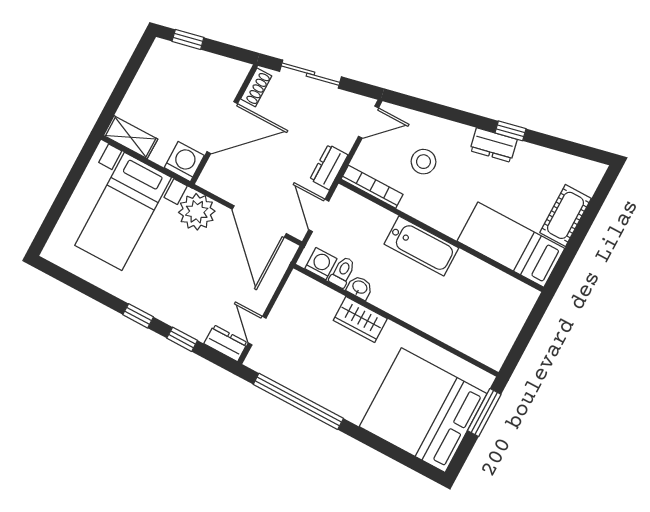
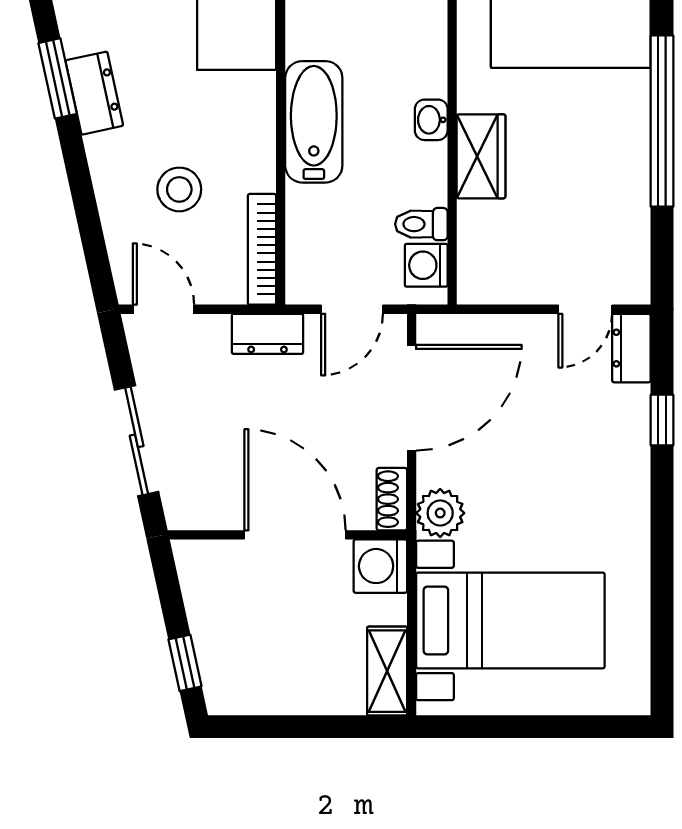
shoe rack: (256, 87) -> (392, 499), moved, turned -90
window: (510, 131) -> (58, 78), width x1.50
plant: (197, 212) -> (440, 513), width x0.73, depth x0.73
washbasin: (360, 288) -> (431, 120), moved
window: (138, 316) -> (662, 509), removed
window: (298, 401) -> (662, 121), moved

